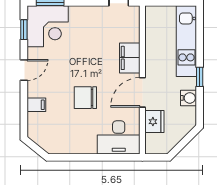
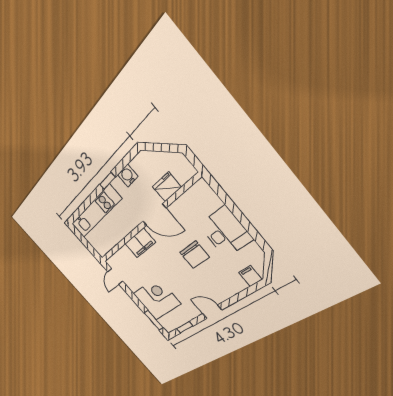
corner desk: (48, 26) -> (157, 299), moved
filing cabinet: (36, 105) -> (250, 276), moved
desk: (119, 137) -> (225, 232), moved

